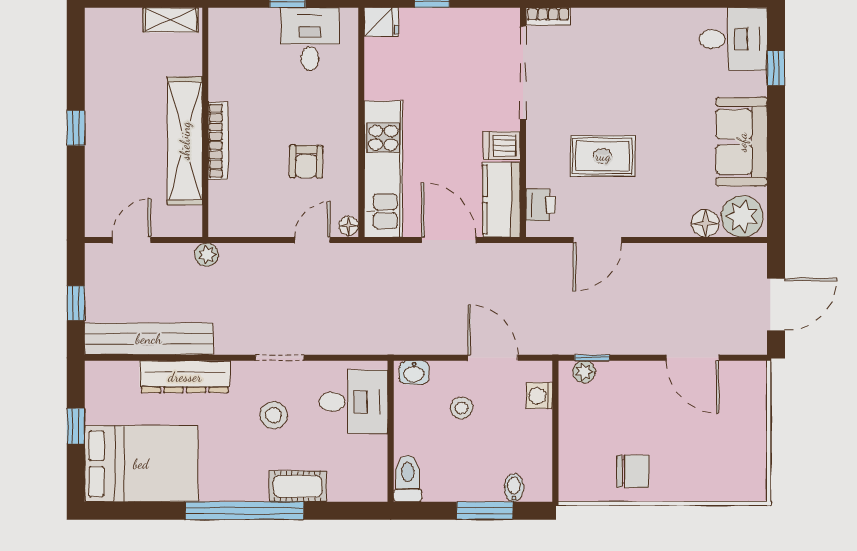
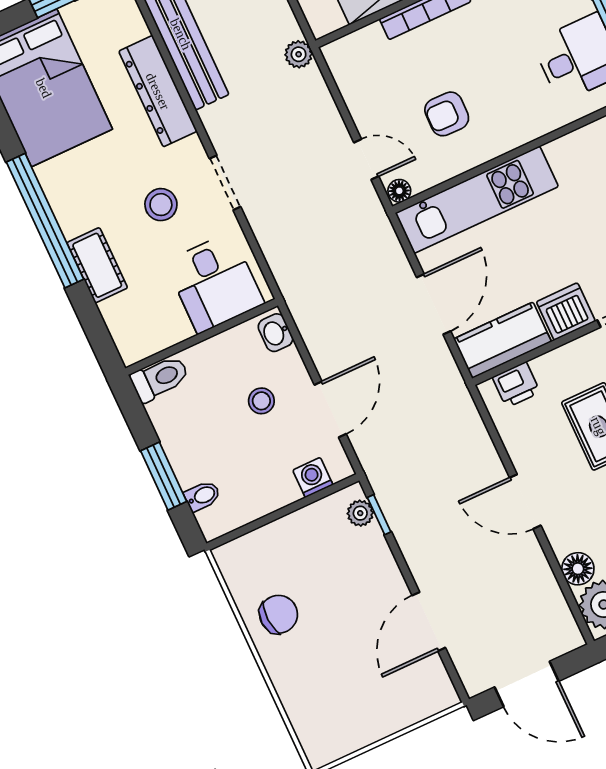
dishwasher: (502, 146) -> (566, 312), width x1.38
door: (597, 240) -> (525, 502), moved
chair: (633, 471) -> (279, 614), turned -93

